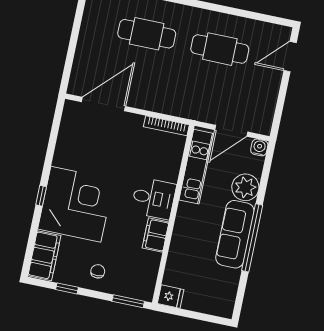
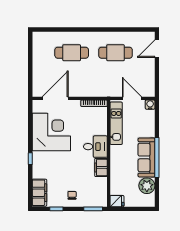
door: (231, 131) -> (132, 98), swing flipped
plant: (245, 187) -> (147, 186), moved
corner desk: (76, 204) -> (51, 132), moved

